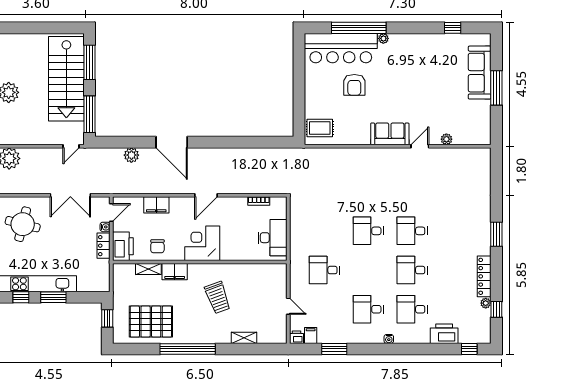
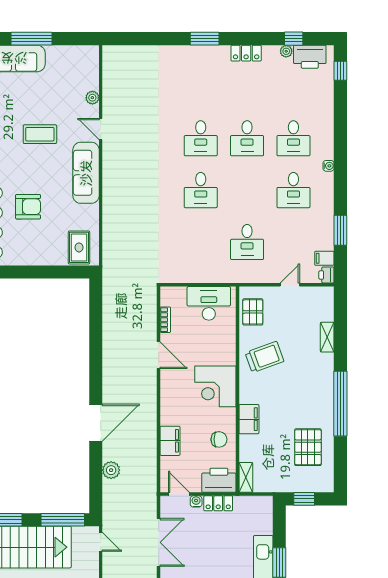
coffee table: (416, 95) -> (40, 134), added
sofa: (390, 134) -> (86, 173), width x1.36
door: (206, 195) -> (159, 355), moved
shelving: (148, 269) -> (246, 477), moved
pallet: (265, 275) -> (253, 312), added
locker: (484, 276) -> (246, 53), width x0.66
trolley: (218, 298) -> (264, 357), moved
pallet: (151, 322) -> (308, 447), width x0.73, depth x0.71
printer: (444, 334) -> (310, 57), moved, turned -90

